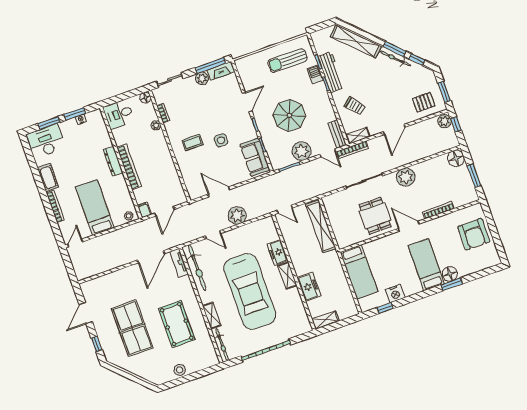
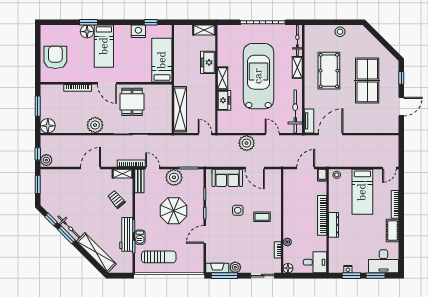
pallet: (424, 102) -> (58, 182), removed
sofa: (255, 157) -> (227, 178), moved, turned 90

